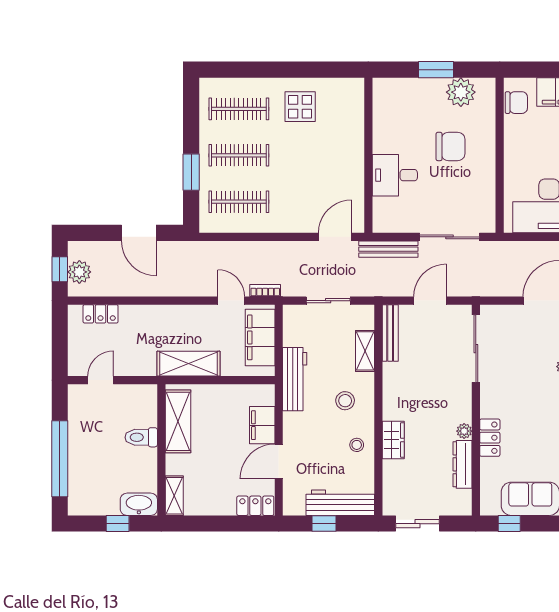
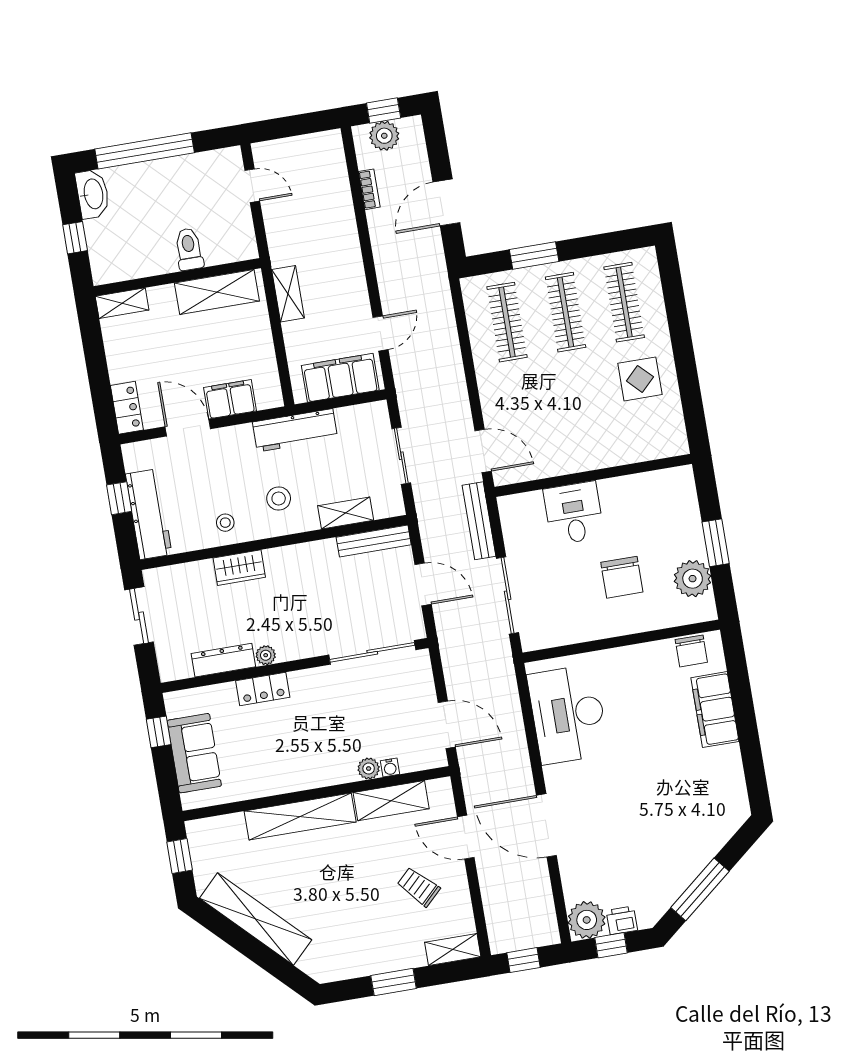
bookcase: (265, 291) -> (369, 189), moved
locker: (101, 314) -> (336, 171), removed
shelving: (189, 364) -> (288, 294), width x0.67, depth x0.75
washbasin: (139, 504) -> (93, 194), moved

